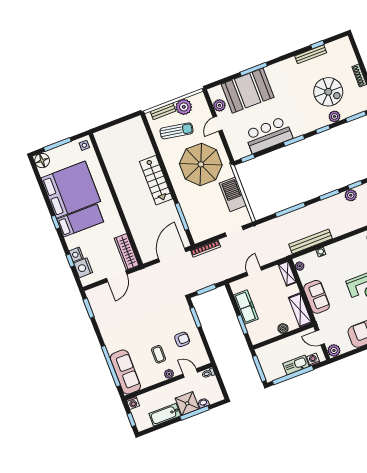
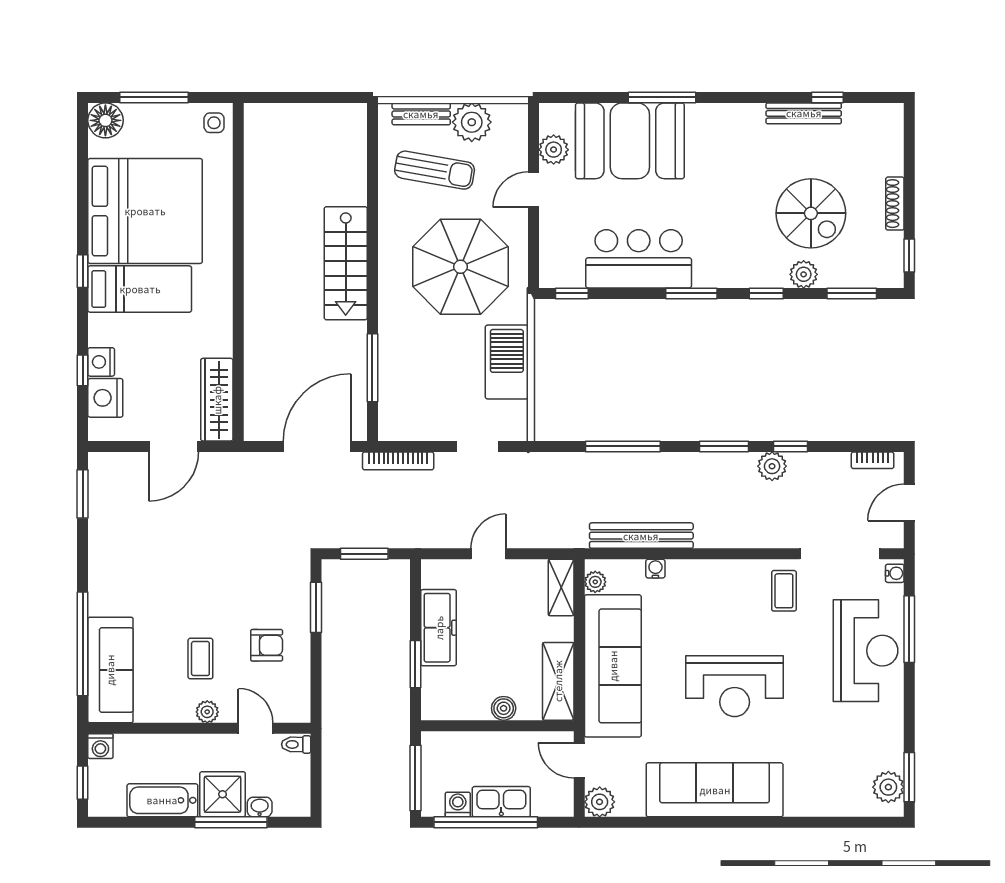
sofa: (317, 297) -> (613, 666), width x1.85, depth x1.27
washing machine: (313, 360) -> (458, 804), moved

